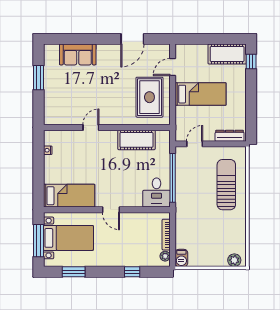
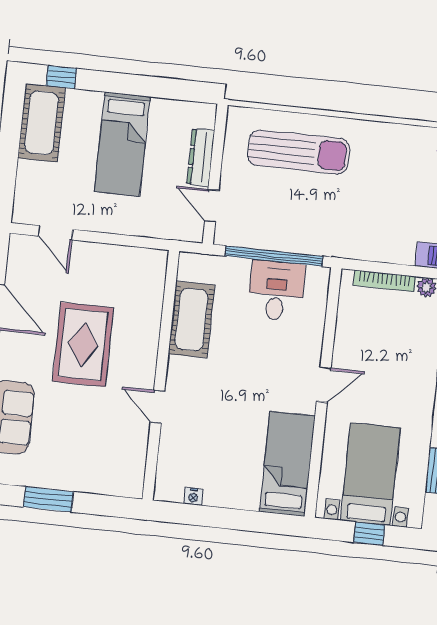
bed: (201, 94) -> (122, 144), moved, turned 180
rug: (149, 97) -> (83, 344), moved, turned 90
dresser: (230, 136) -> (201, 157), moved
sun lounger: (226, 185) -> (299, 152), turned 180
desk: (157, 193) -> (276, 291), moved, turned -90
window: (39, 241) -> (369, 534), width x0.46

